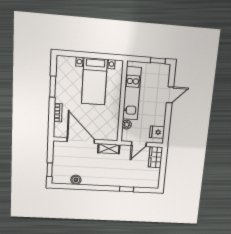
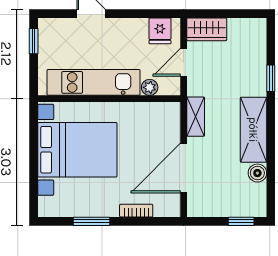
bed with nightstands: (94, 81) -> (77, 150), width x1.36
door: (139, 144) -> (184, 62), swing flipped
shelving: (100, 179) -> (253, 130), added

